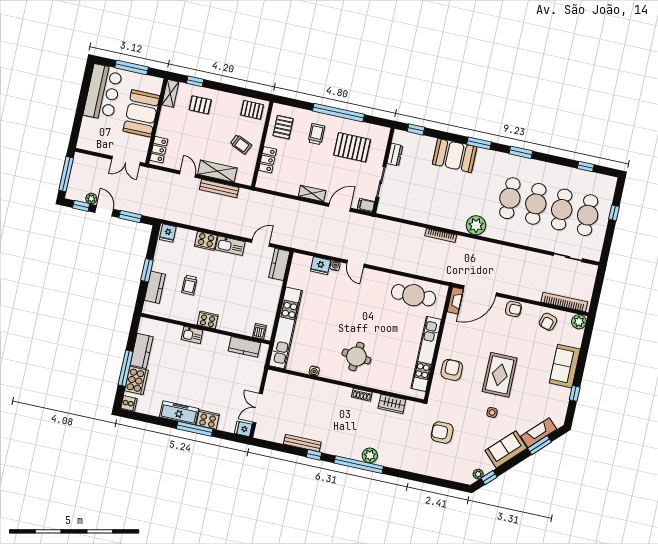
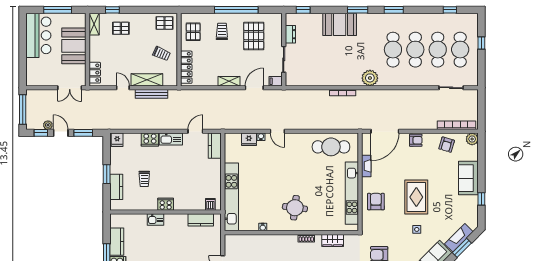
pallet: (352, 147) -> (254, 36), turned 90
locker: (268, 160) -> (186, 67), width x1.53
fireplace: (455, 301) -> (366, 166), moved

